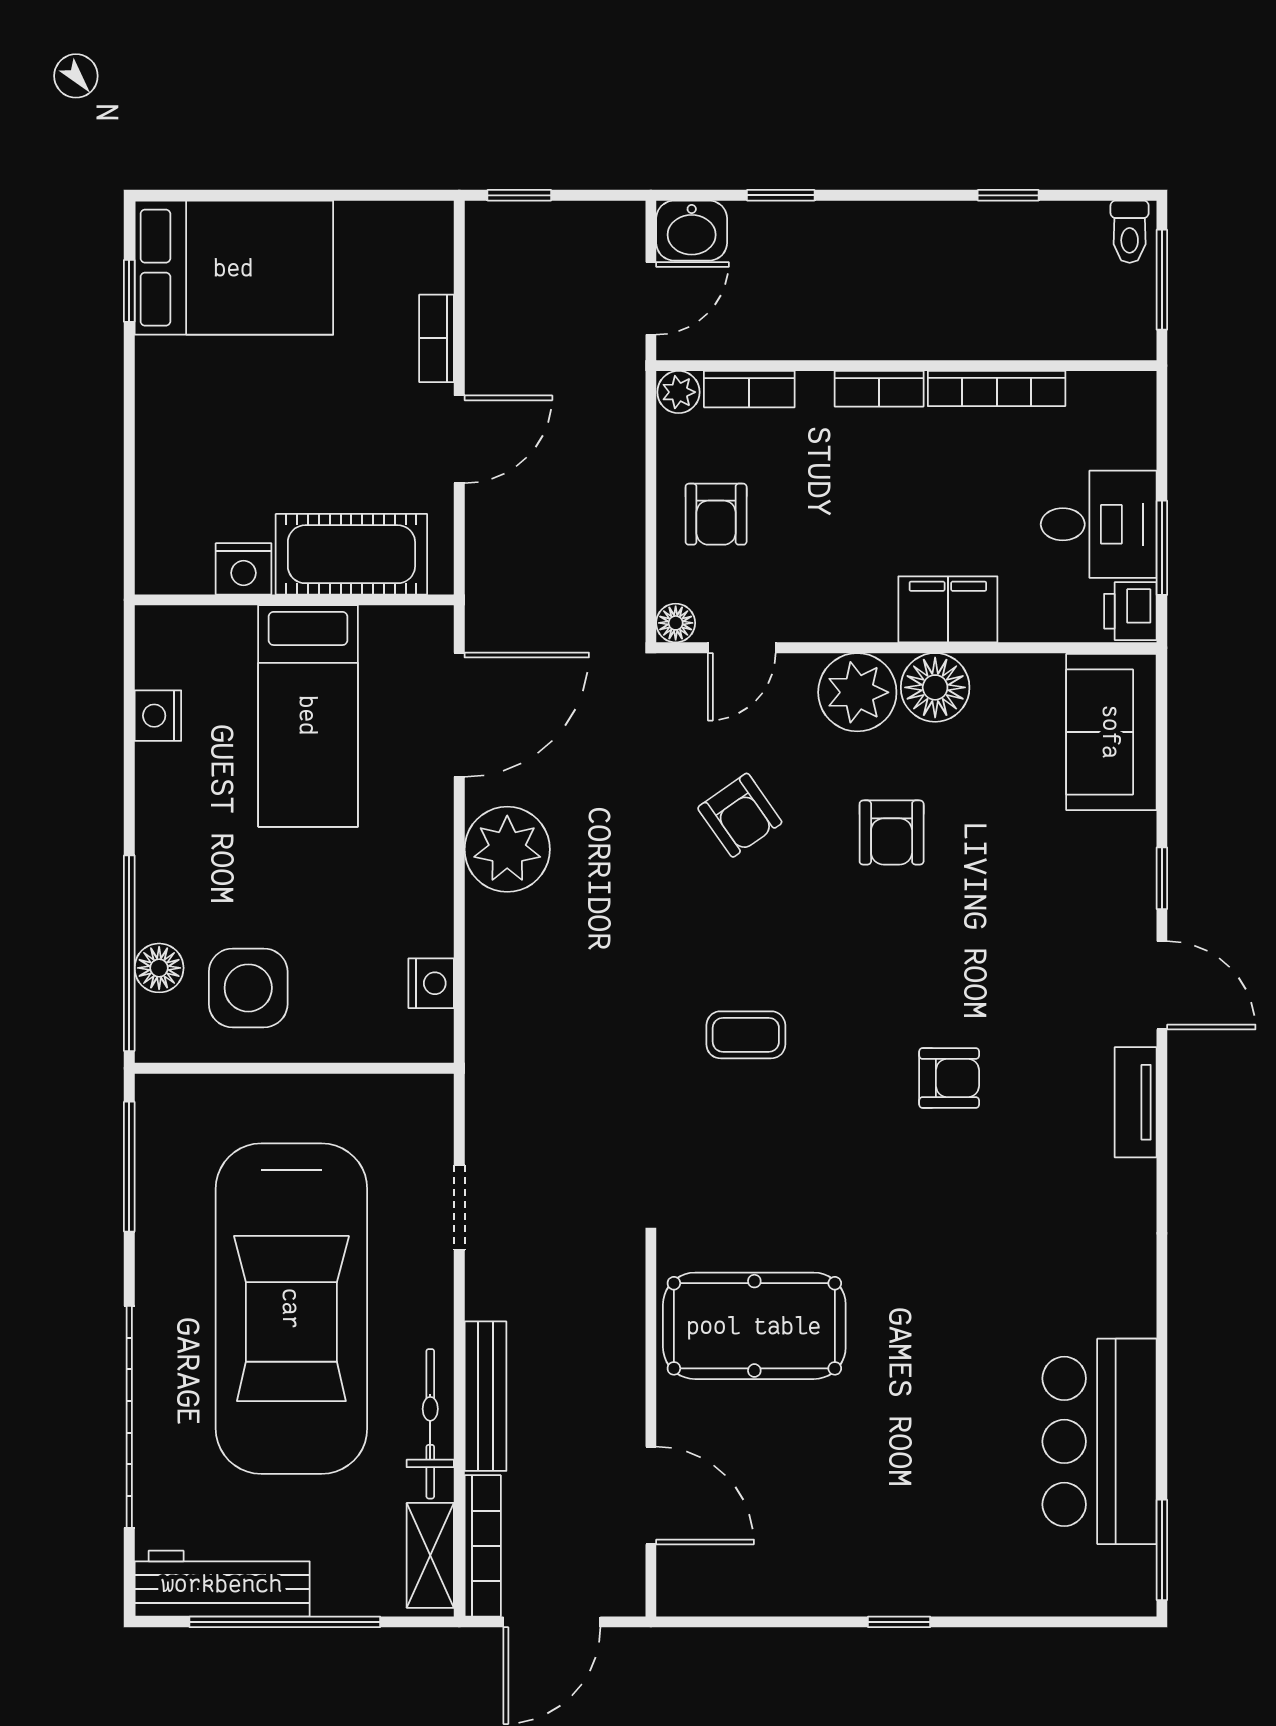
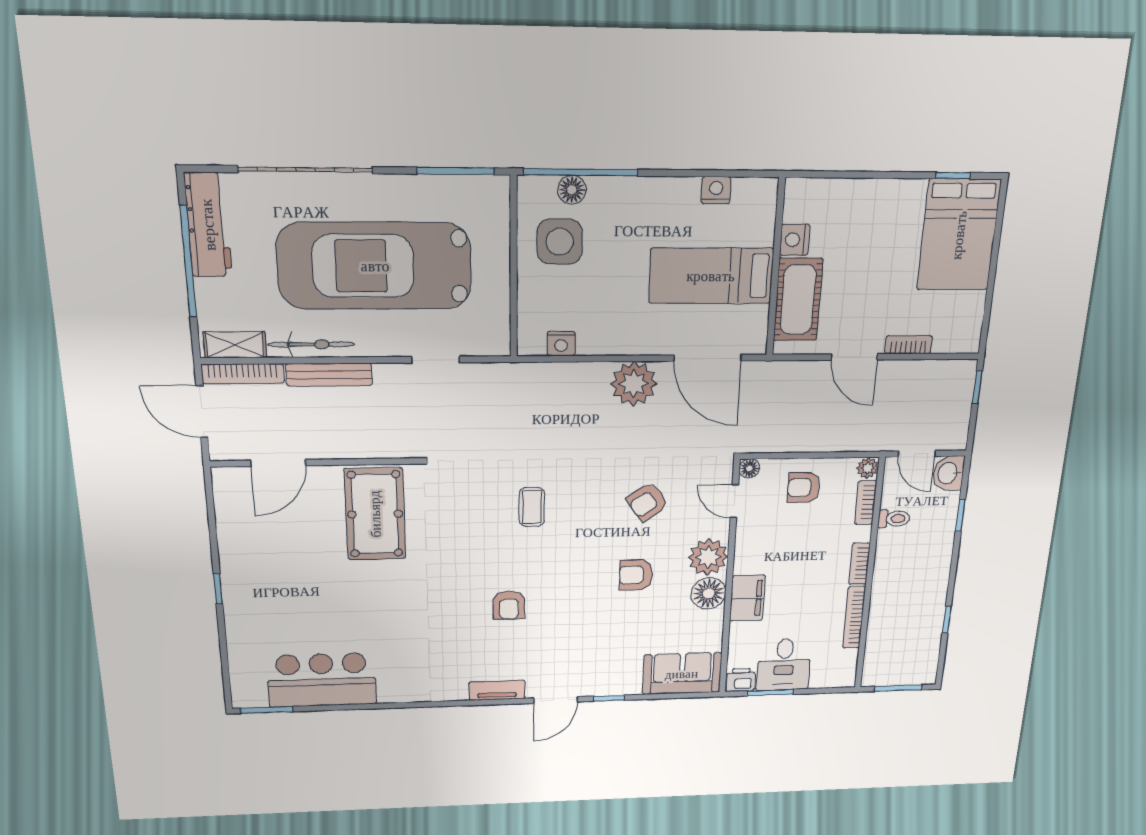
toilet: (1130, 232) -> (894, 519), moved, turned 180

